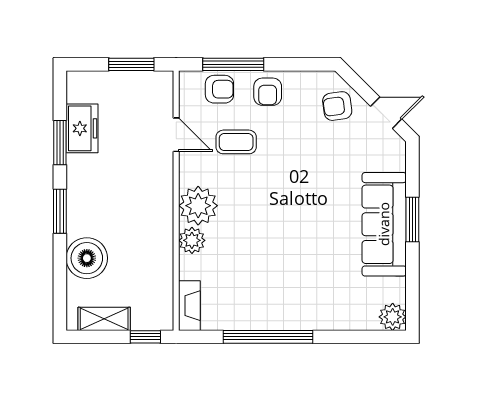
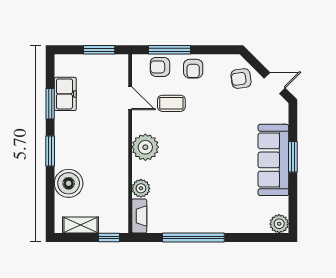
armchair: (219, 89) -> (160, 67), turned 180
plant: (192, 240) -> (141, 188), moved

